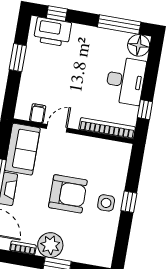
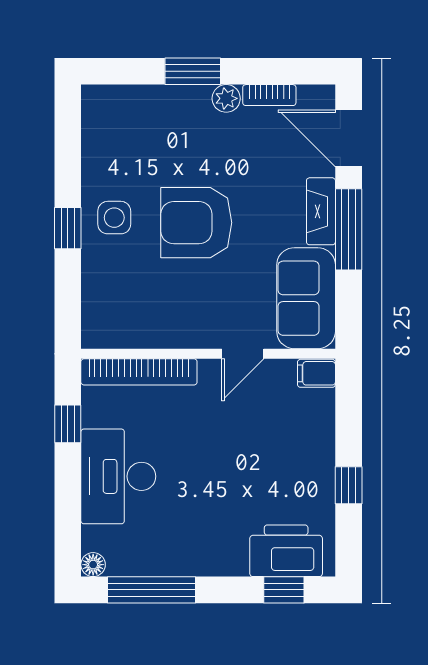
floor lamp: (139, 45) -> (93, 565), width x0.53, depth x0.53
window: (18, 58) -> (349, 485), width x0.67
filing cabinet: (38, 113) -> (316, 373), moved, turned 90
plant: (50, 245) -> (226, 98), width x0.53, depth x0.53

